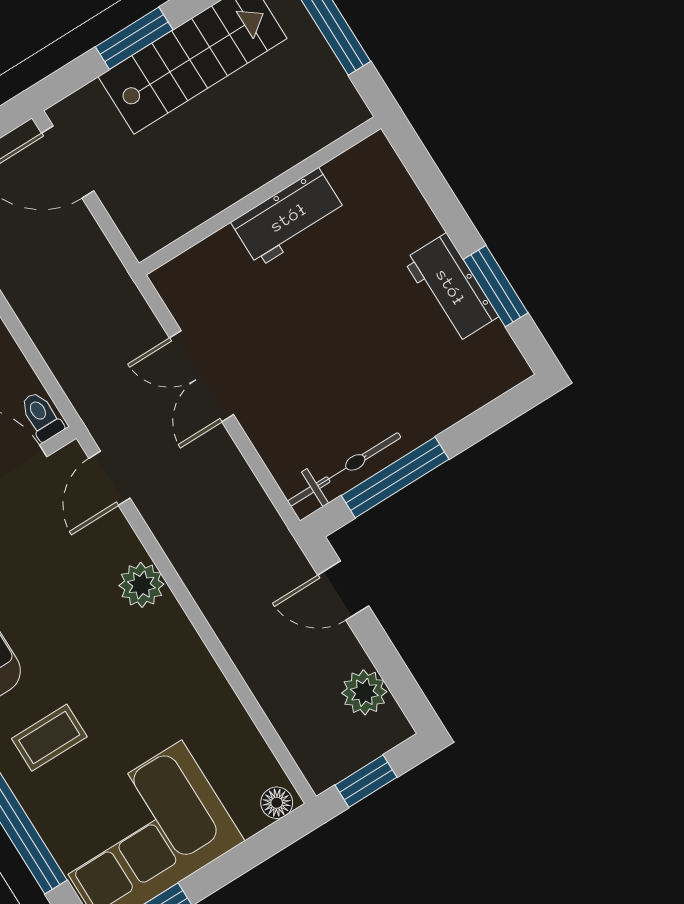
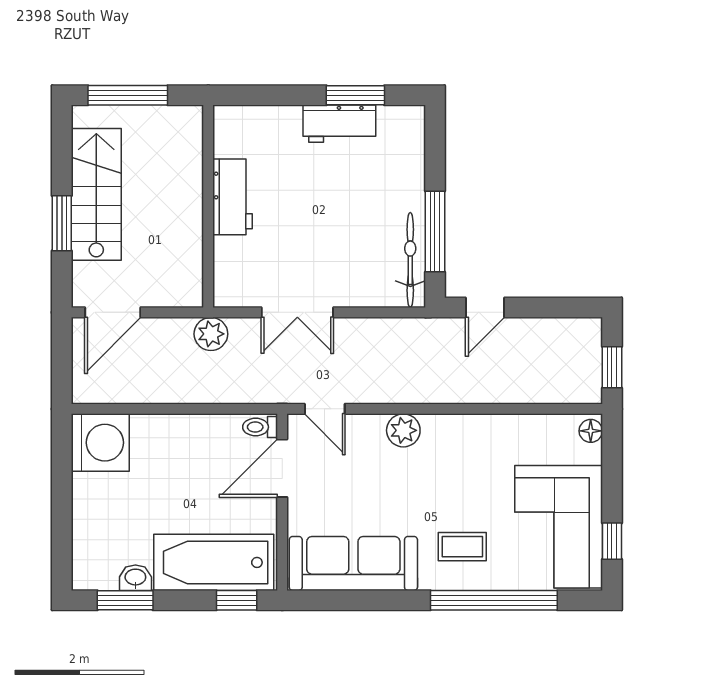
plant: (364, 692) -> (211, 334), moved
coffee table: (49, 738) -> (462, 547), turned 90

